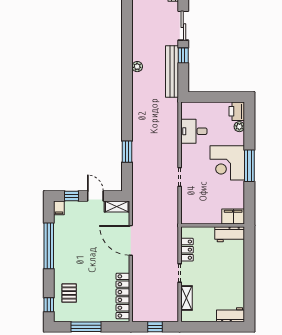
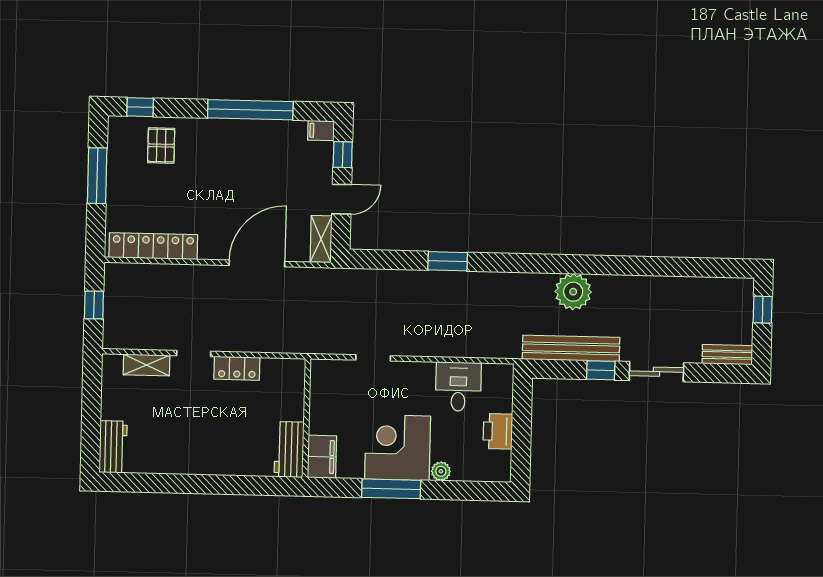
plant: (137, 67) -> (573, 292), width x1.88, depth x1.88
printer: (237, 111) -> (498, 431), moved, turned -90
plant: (239, 127) -> (441, 471), moved
window: (127, 152) -> (448, 261), moved
filing cabinet: (233, 217) -> (322, 457), moved
wall: (213, 225) -> (306, 418), moved
workbench: (230, 234) -> (289, 449), moved
pallet: (69, 293) -> (161, 146), turned 90

